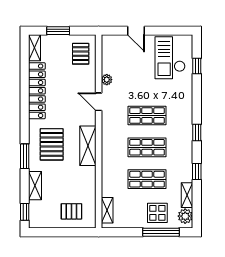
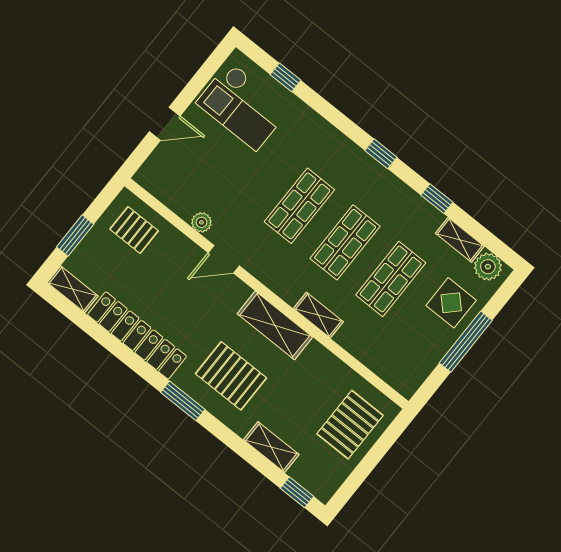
window: (25, 156) -> (183, 401), moved
shelving: (107, 210) -> (318, 315), moved
pallet: (71, 211) -> (350, 425), width x1.50, depth x1.42
window: (161, 232) -> (466, 342), moved

